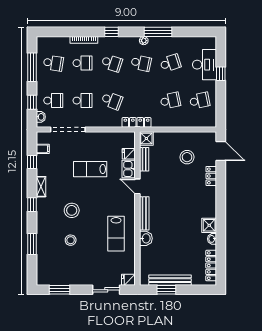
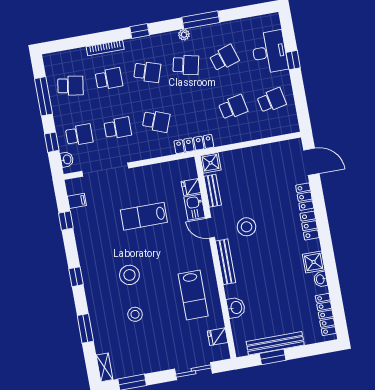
stool: (187, 157) -> (247, 227), moved
shelving: (41, 187) -> (104, 367), moved
locker: (211, 198) -> (309, 226), added
washbasin: (146, 238) -> (236, 308), moved
fridge: (128, 280) -> (218, 337), moved

